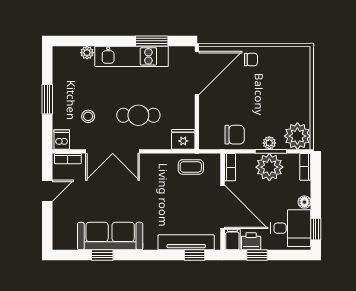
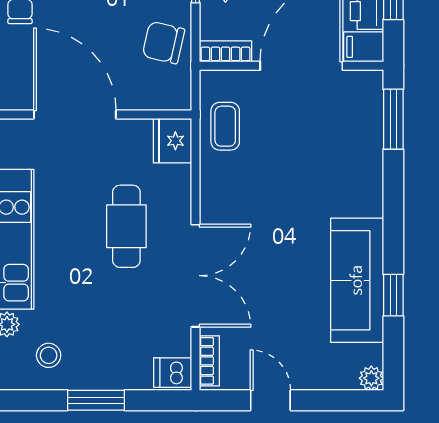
door: (197, 73) -> (75, 115), moved
stool: (88, 116) -> (49, 355), moved
chair: (235, 135) -> (164, 43), turned -77
tv unit: (186, 242) -> (369, 135), removed
plant: (59, 243) -> (371, 378), added
window: (194, 255) -> (393, 119), width x1.50

